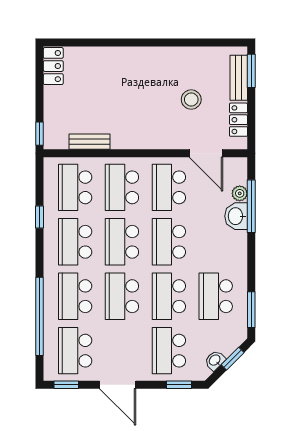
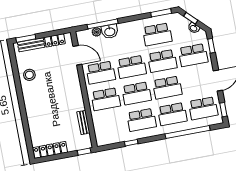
locker: (53, 66) -> (50, 150), width x1.53
stool: (191, 100) -> (29, 75), moved
door: (206, 153) -> (77, 55), hinge flipped
school desk: (75, 187) -> (111, 126), removed

